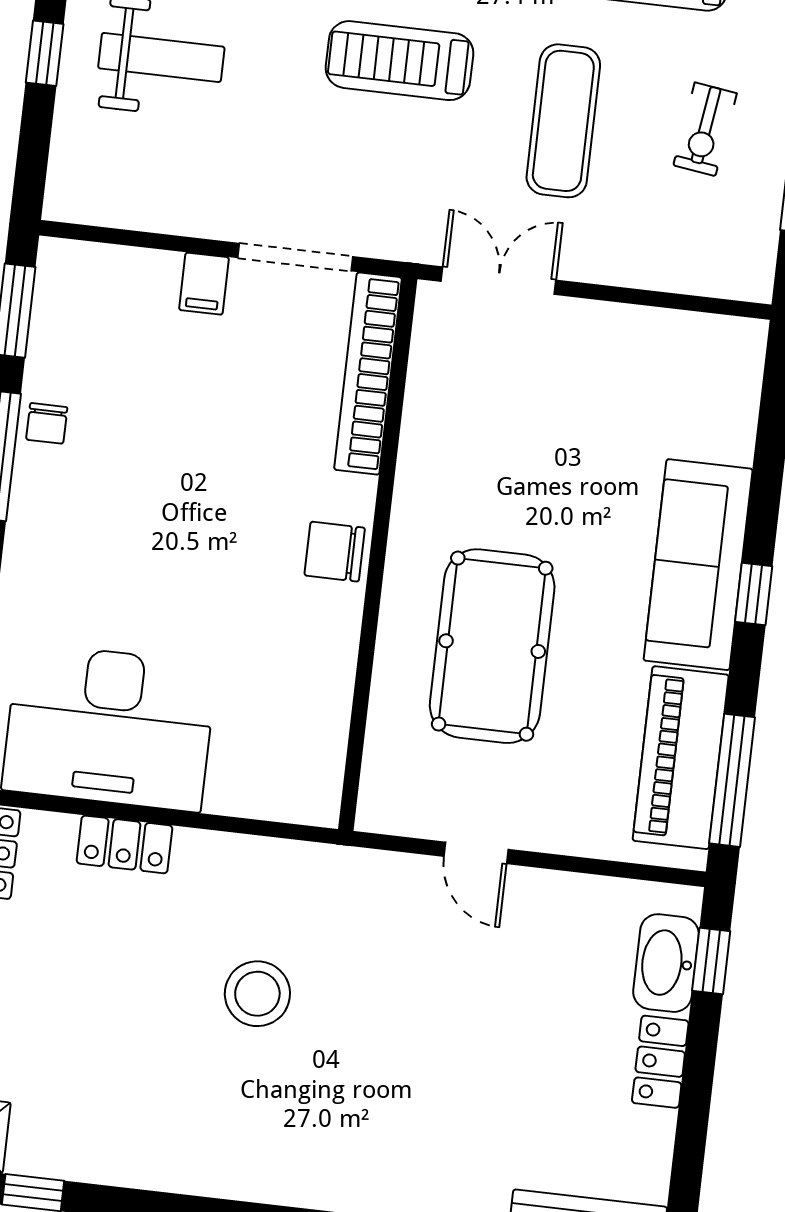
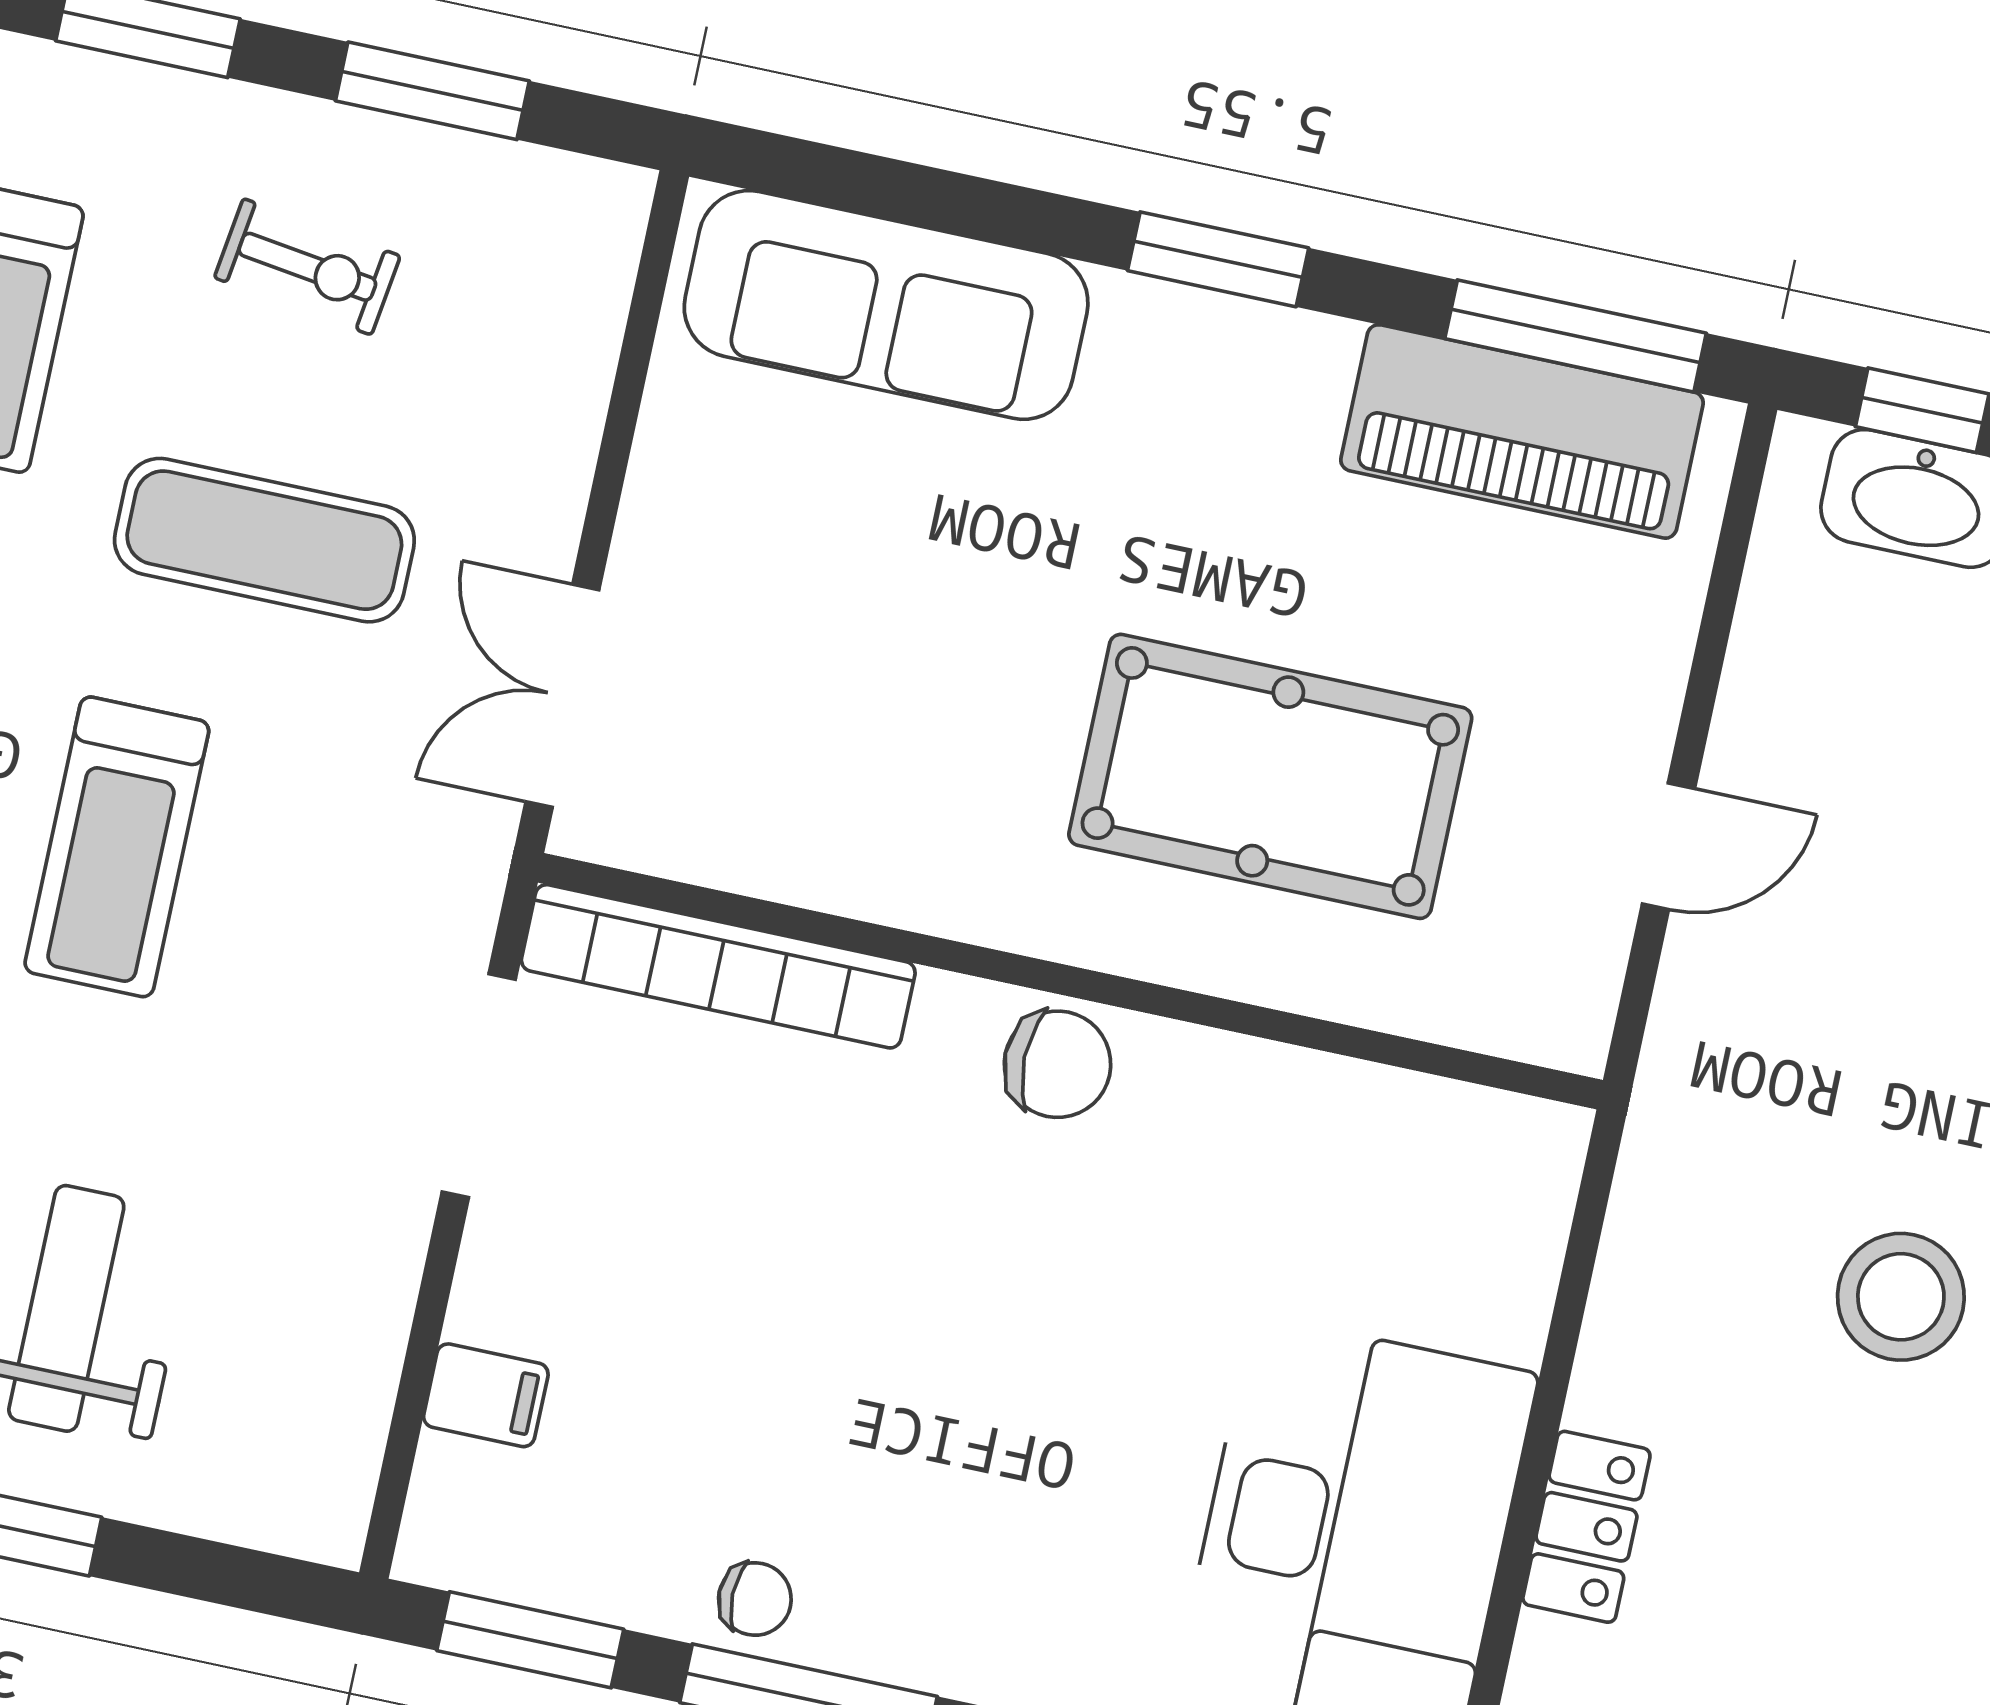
filing cabinet: (204, 284) -> (486, 1395), moved
chair: (335, 552) -> (1057, 1064), turned -90
sofa: (698, 565) -> (886, 305), moved
window: (754, 594) -> (1218, 259), width x1.50

